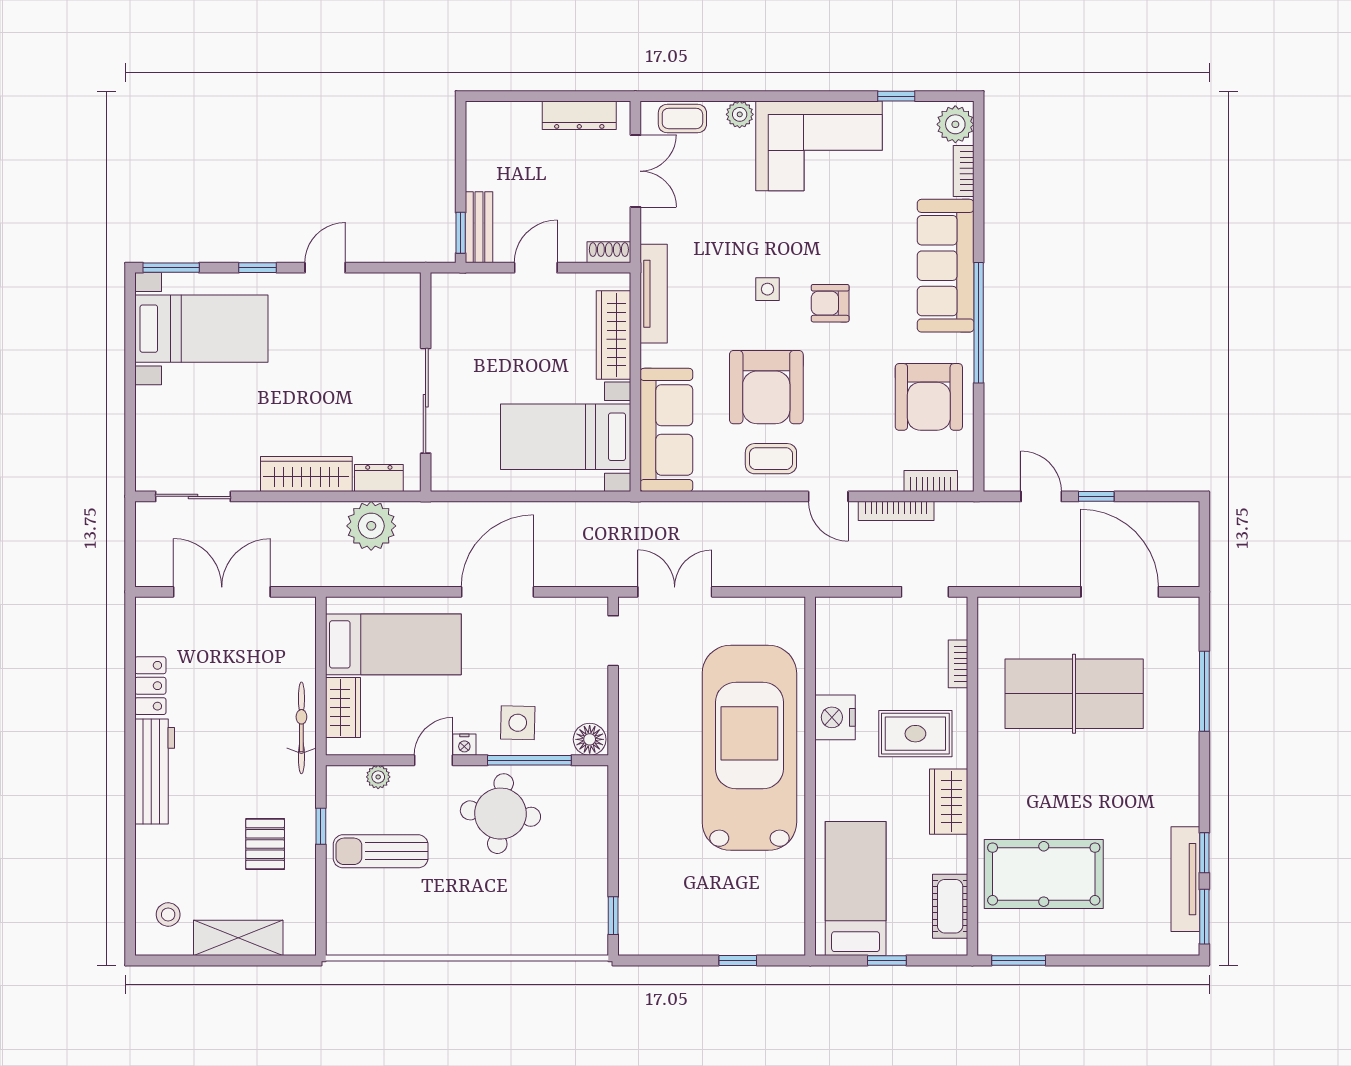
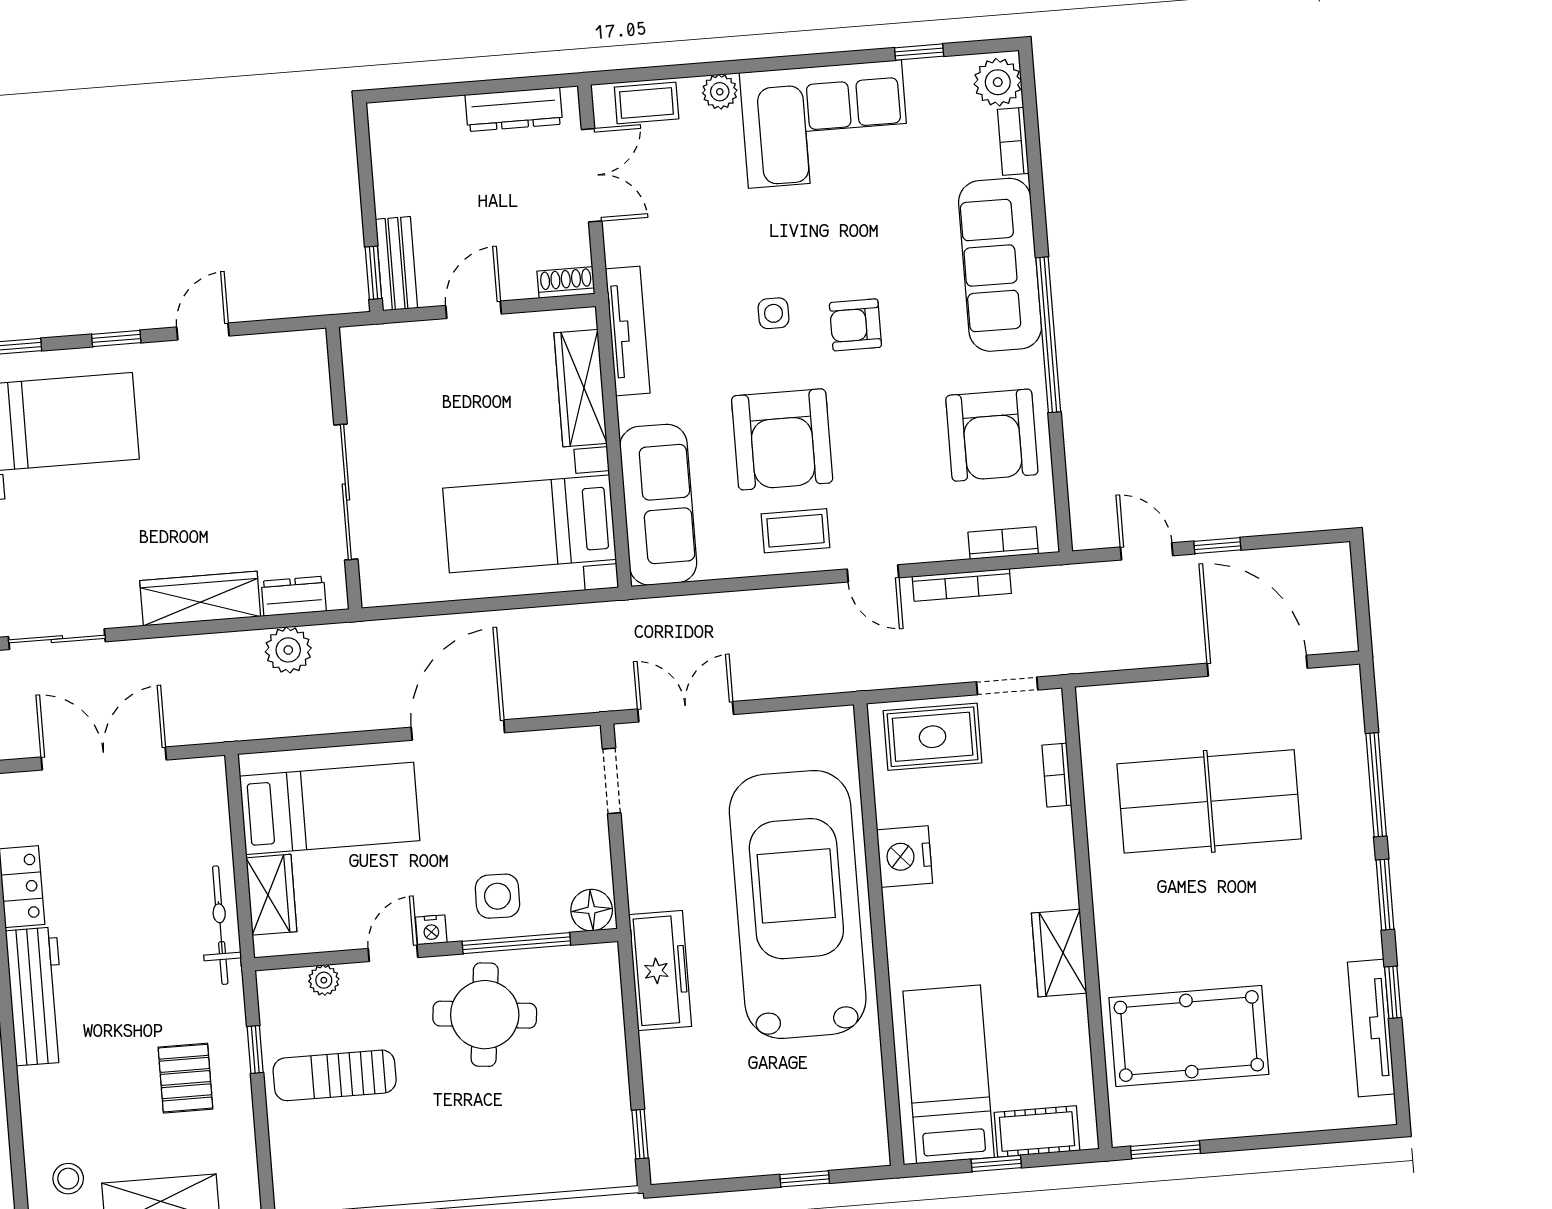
plant: (371, 526) -> (288, 650), width x0.73, depth x0.73
rug: (915, 734) -> (933, 737), moved
freezer: (639, 790) -> (660, 971), added
cot: (950, 906) -> (1037, 1131), moved, turned 90
window: (1204, 917) -> (1385, 895), moved

